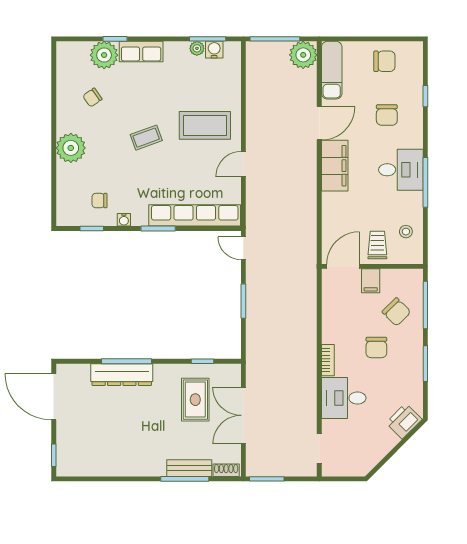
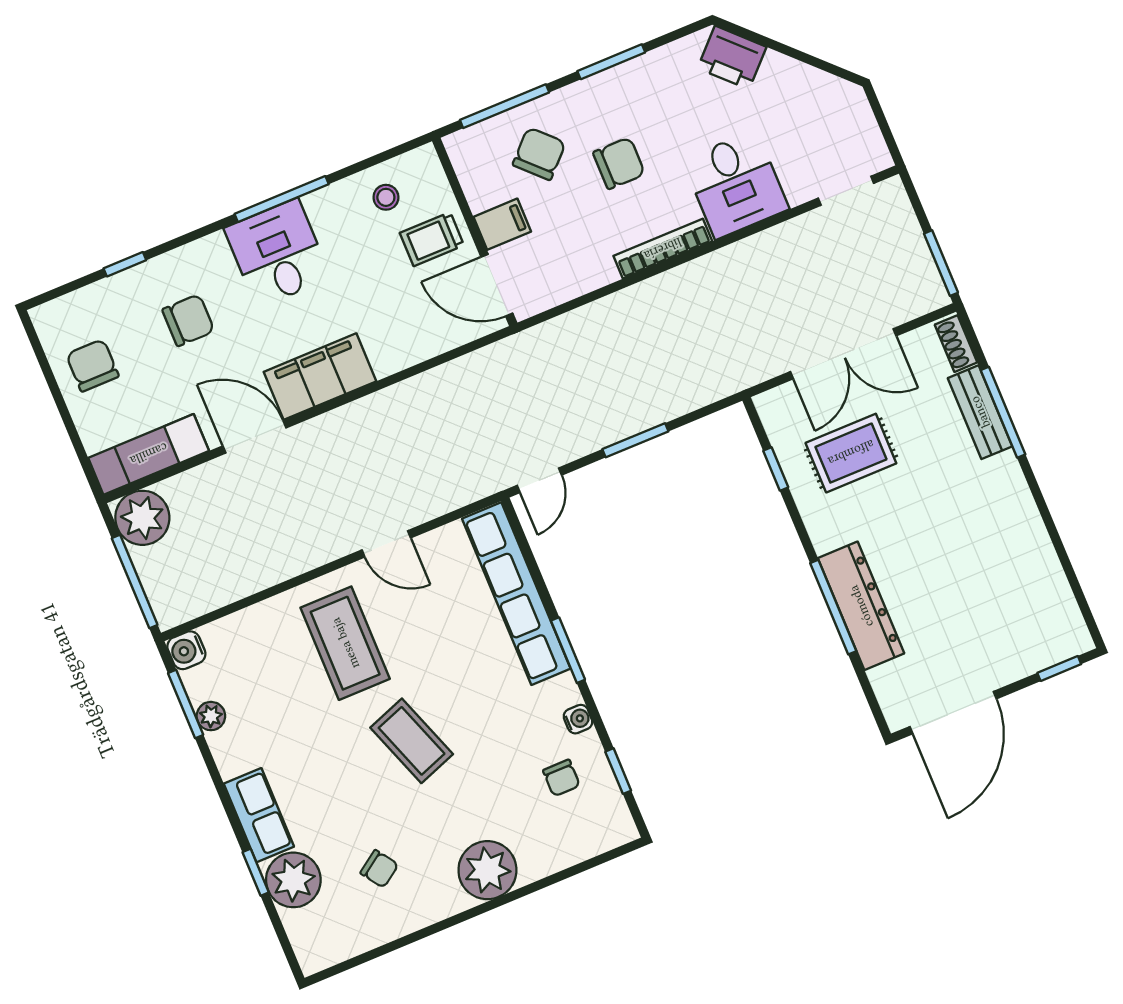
water cooler: (214, 50) -> (186, 650), moved
coffee table: (146, 138) -> (412, 741), width x1.36, depth x1.30
bookcase: (328, 360) -> (663, 249), width x1.56

